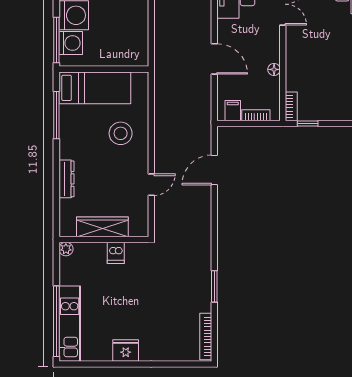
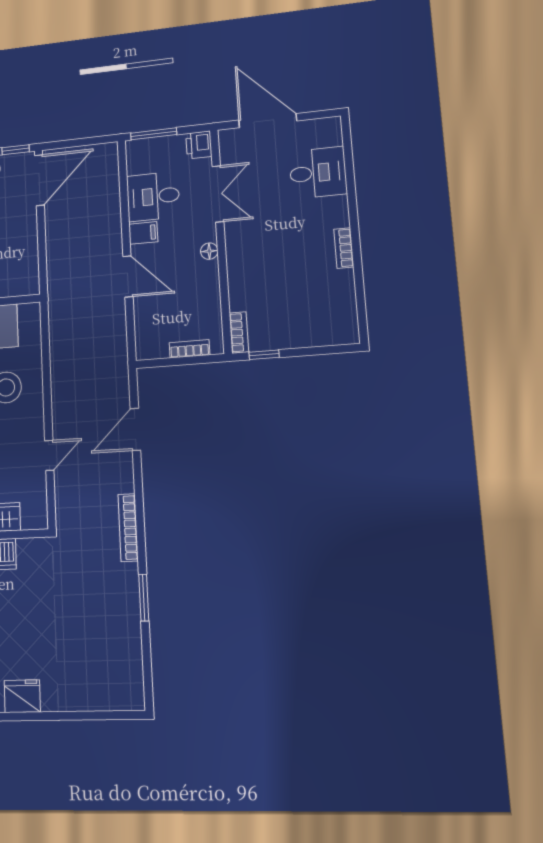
floor lamp: (274, 69) -> (209, 251), moved
filing cabinet: (233, 111) -> (143, 233), moved, turned 90
bookcase: (206, 337) -> (128, 528), moved

